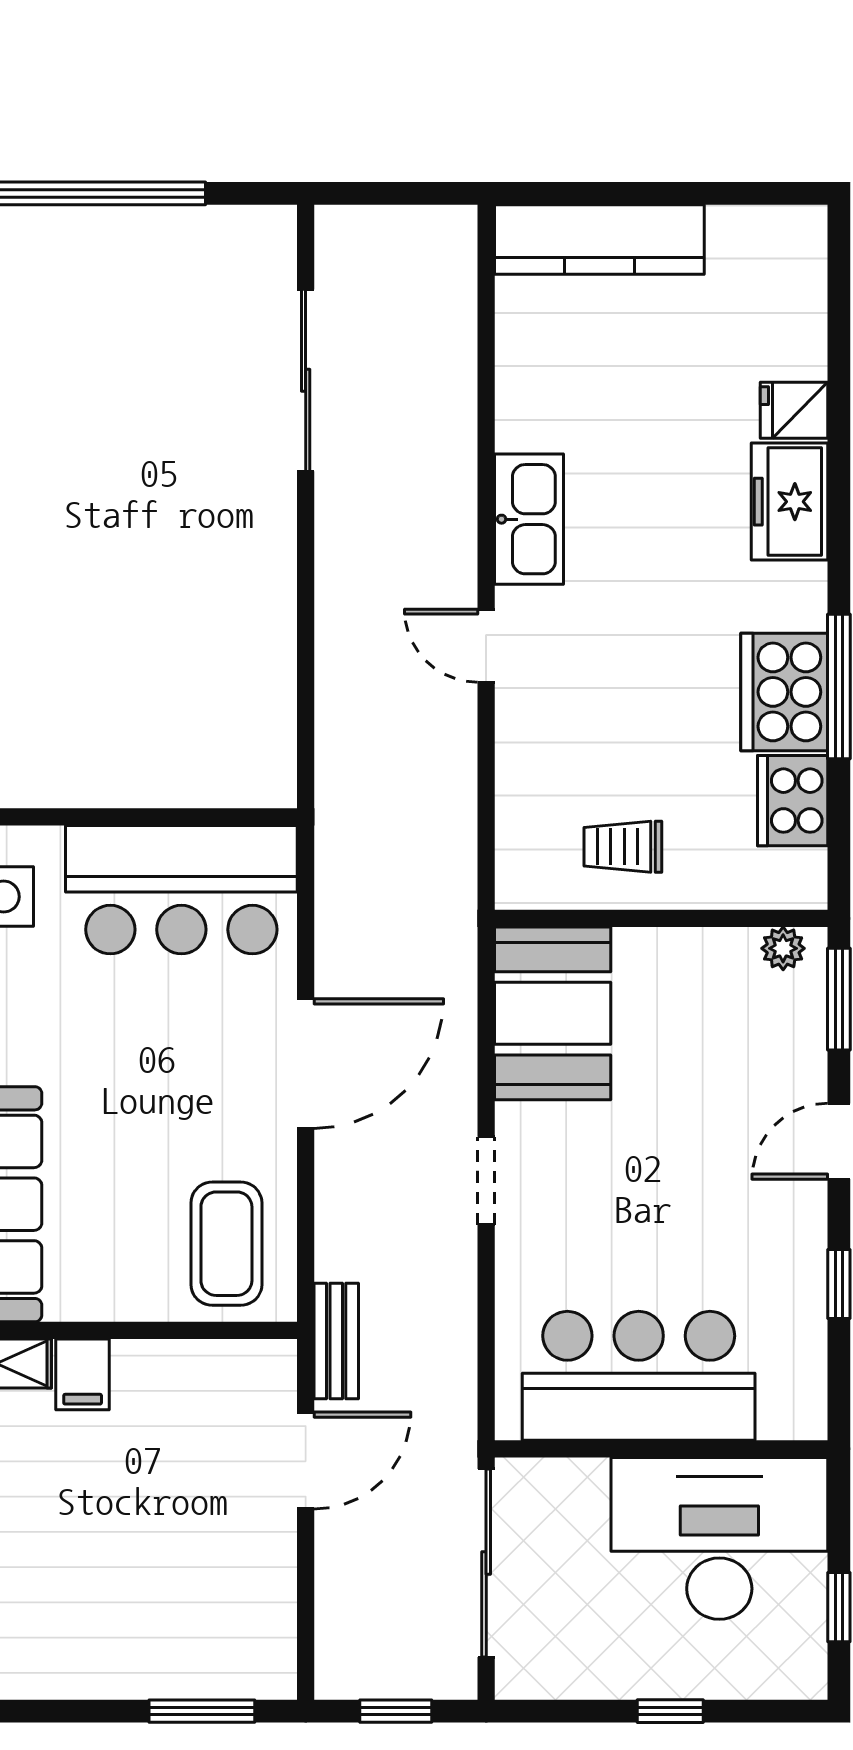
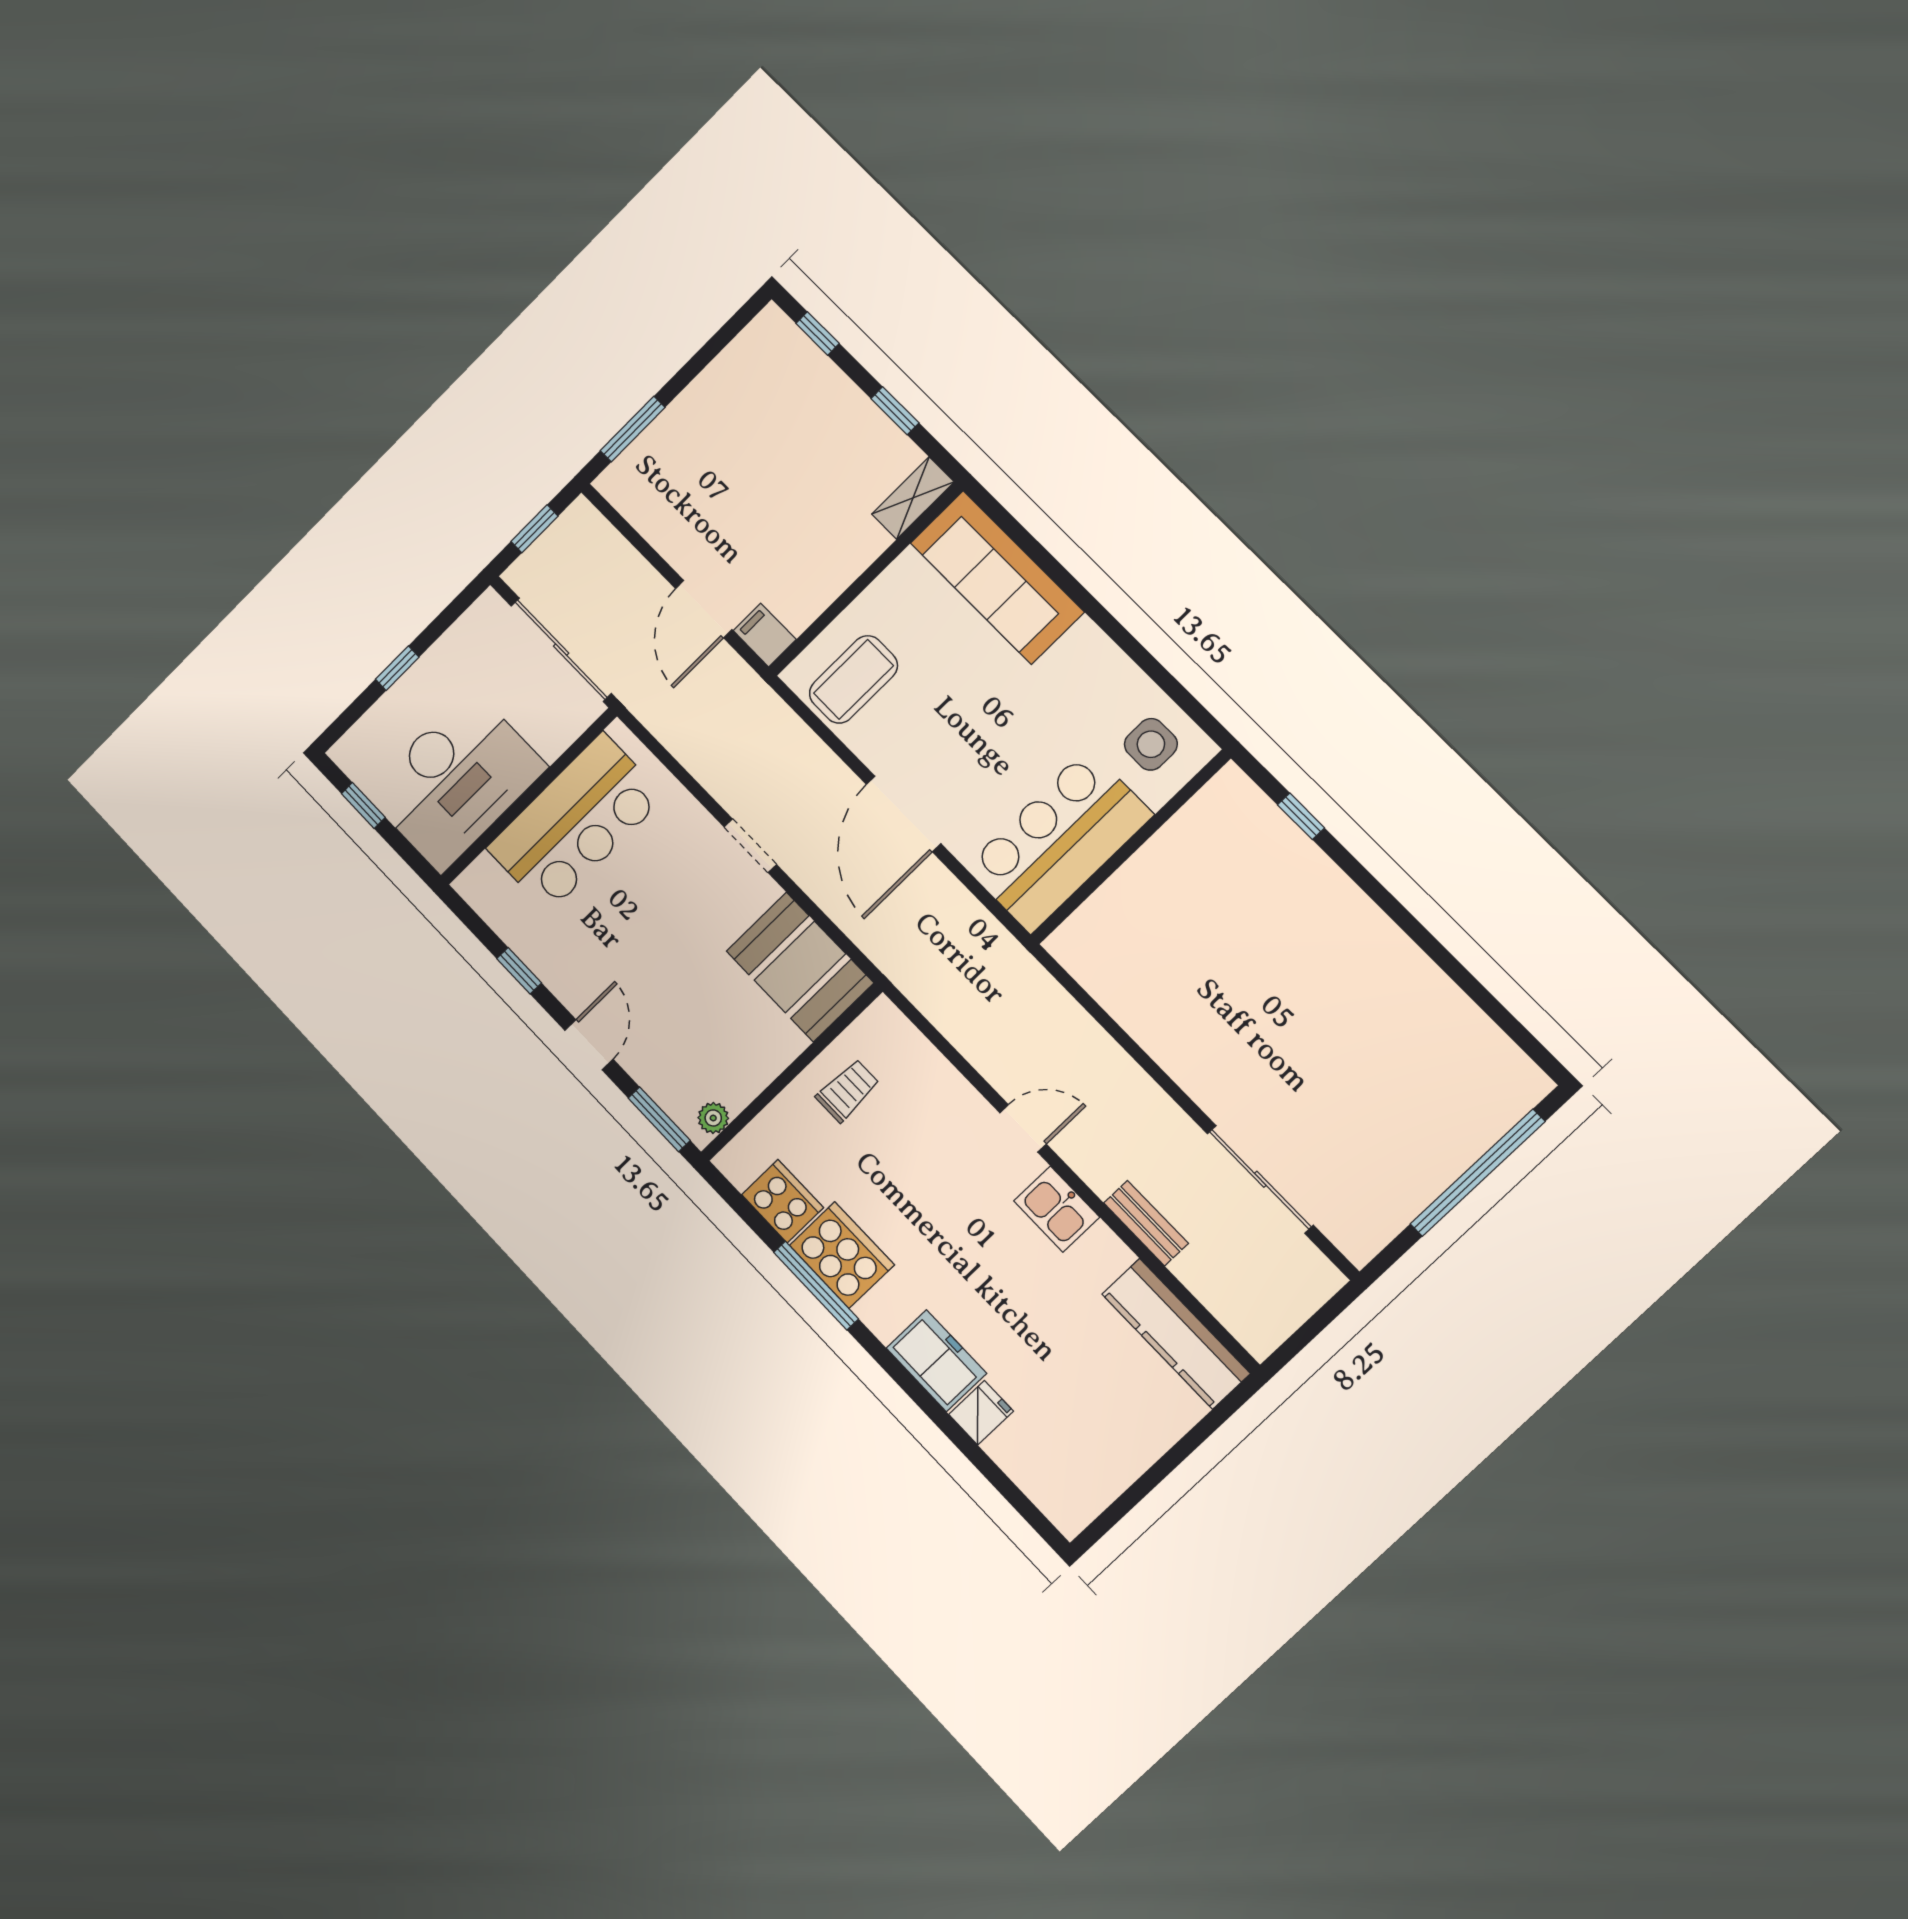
kitchen counter: (599, 240) -> (1176, 1334), moved, turned -90
kitchen sink: (529, 519) -> (1057, 1209), width x0.73
coffee table: (226, 1244) -> (853, 679), turned 90
bench: (336, 1341) -> (1146, 1223), moved
filing cabinet: (83, 1374) -> (765, 635), moved

